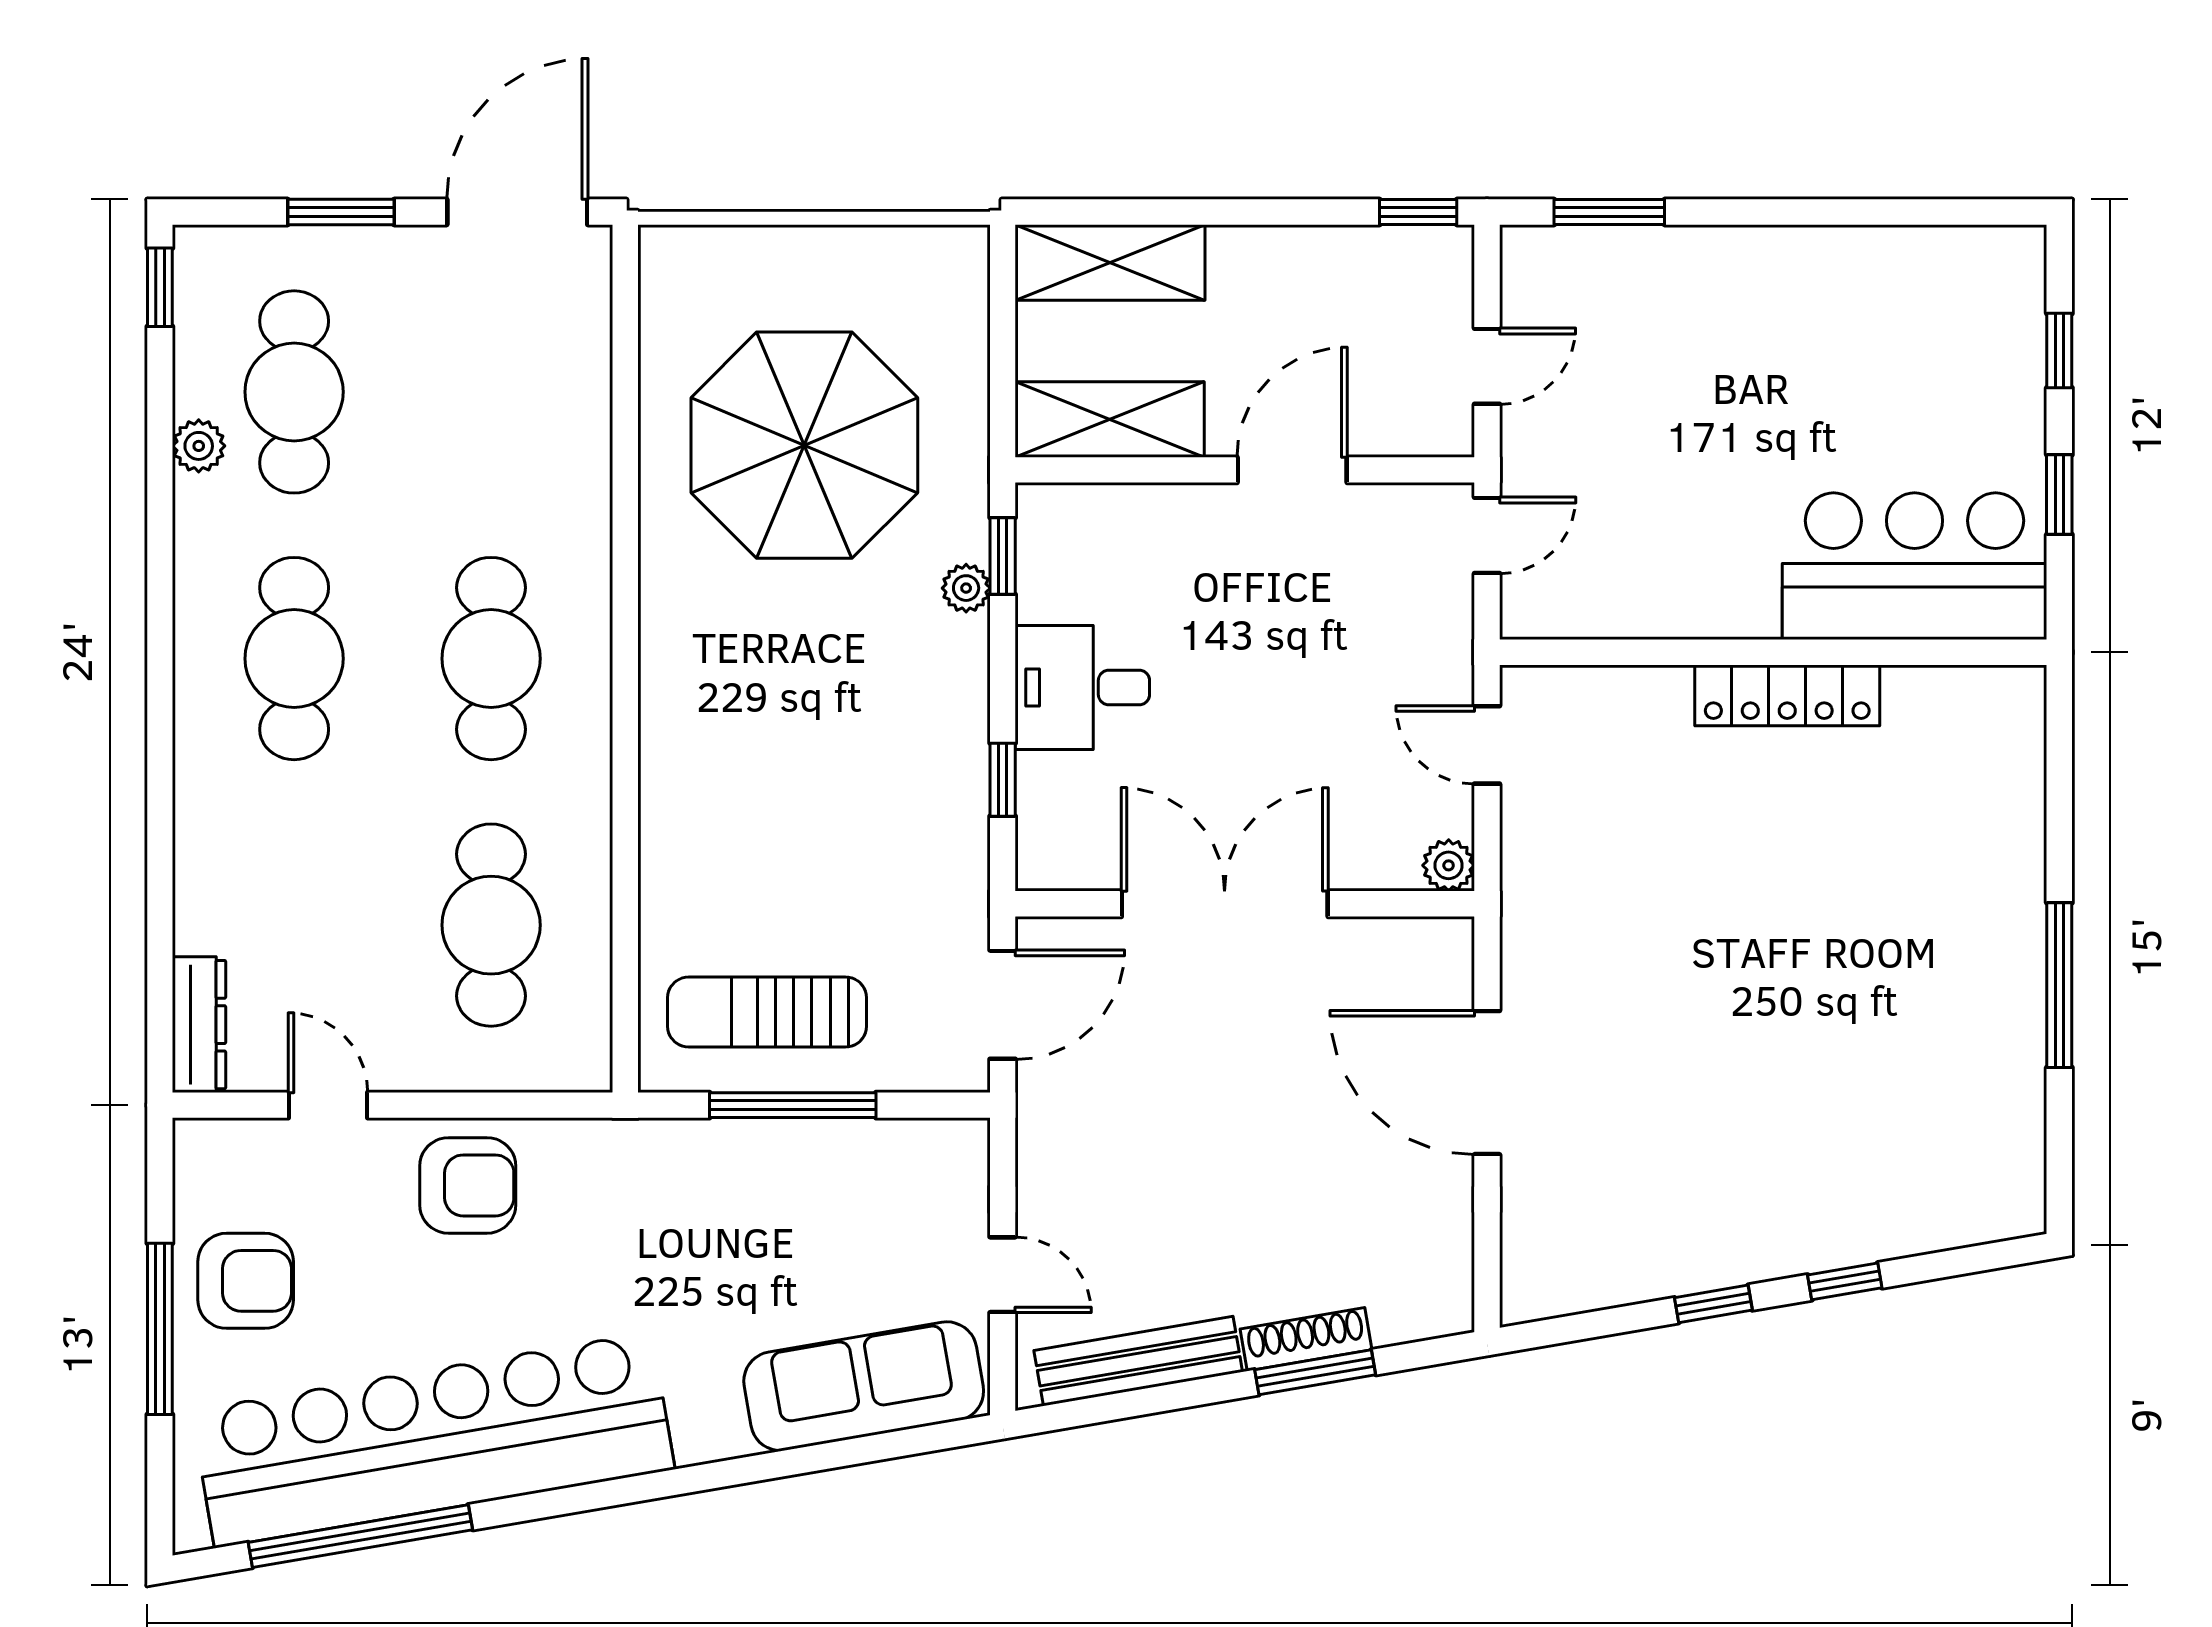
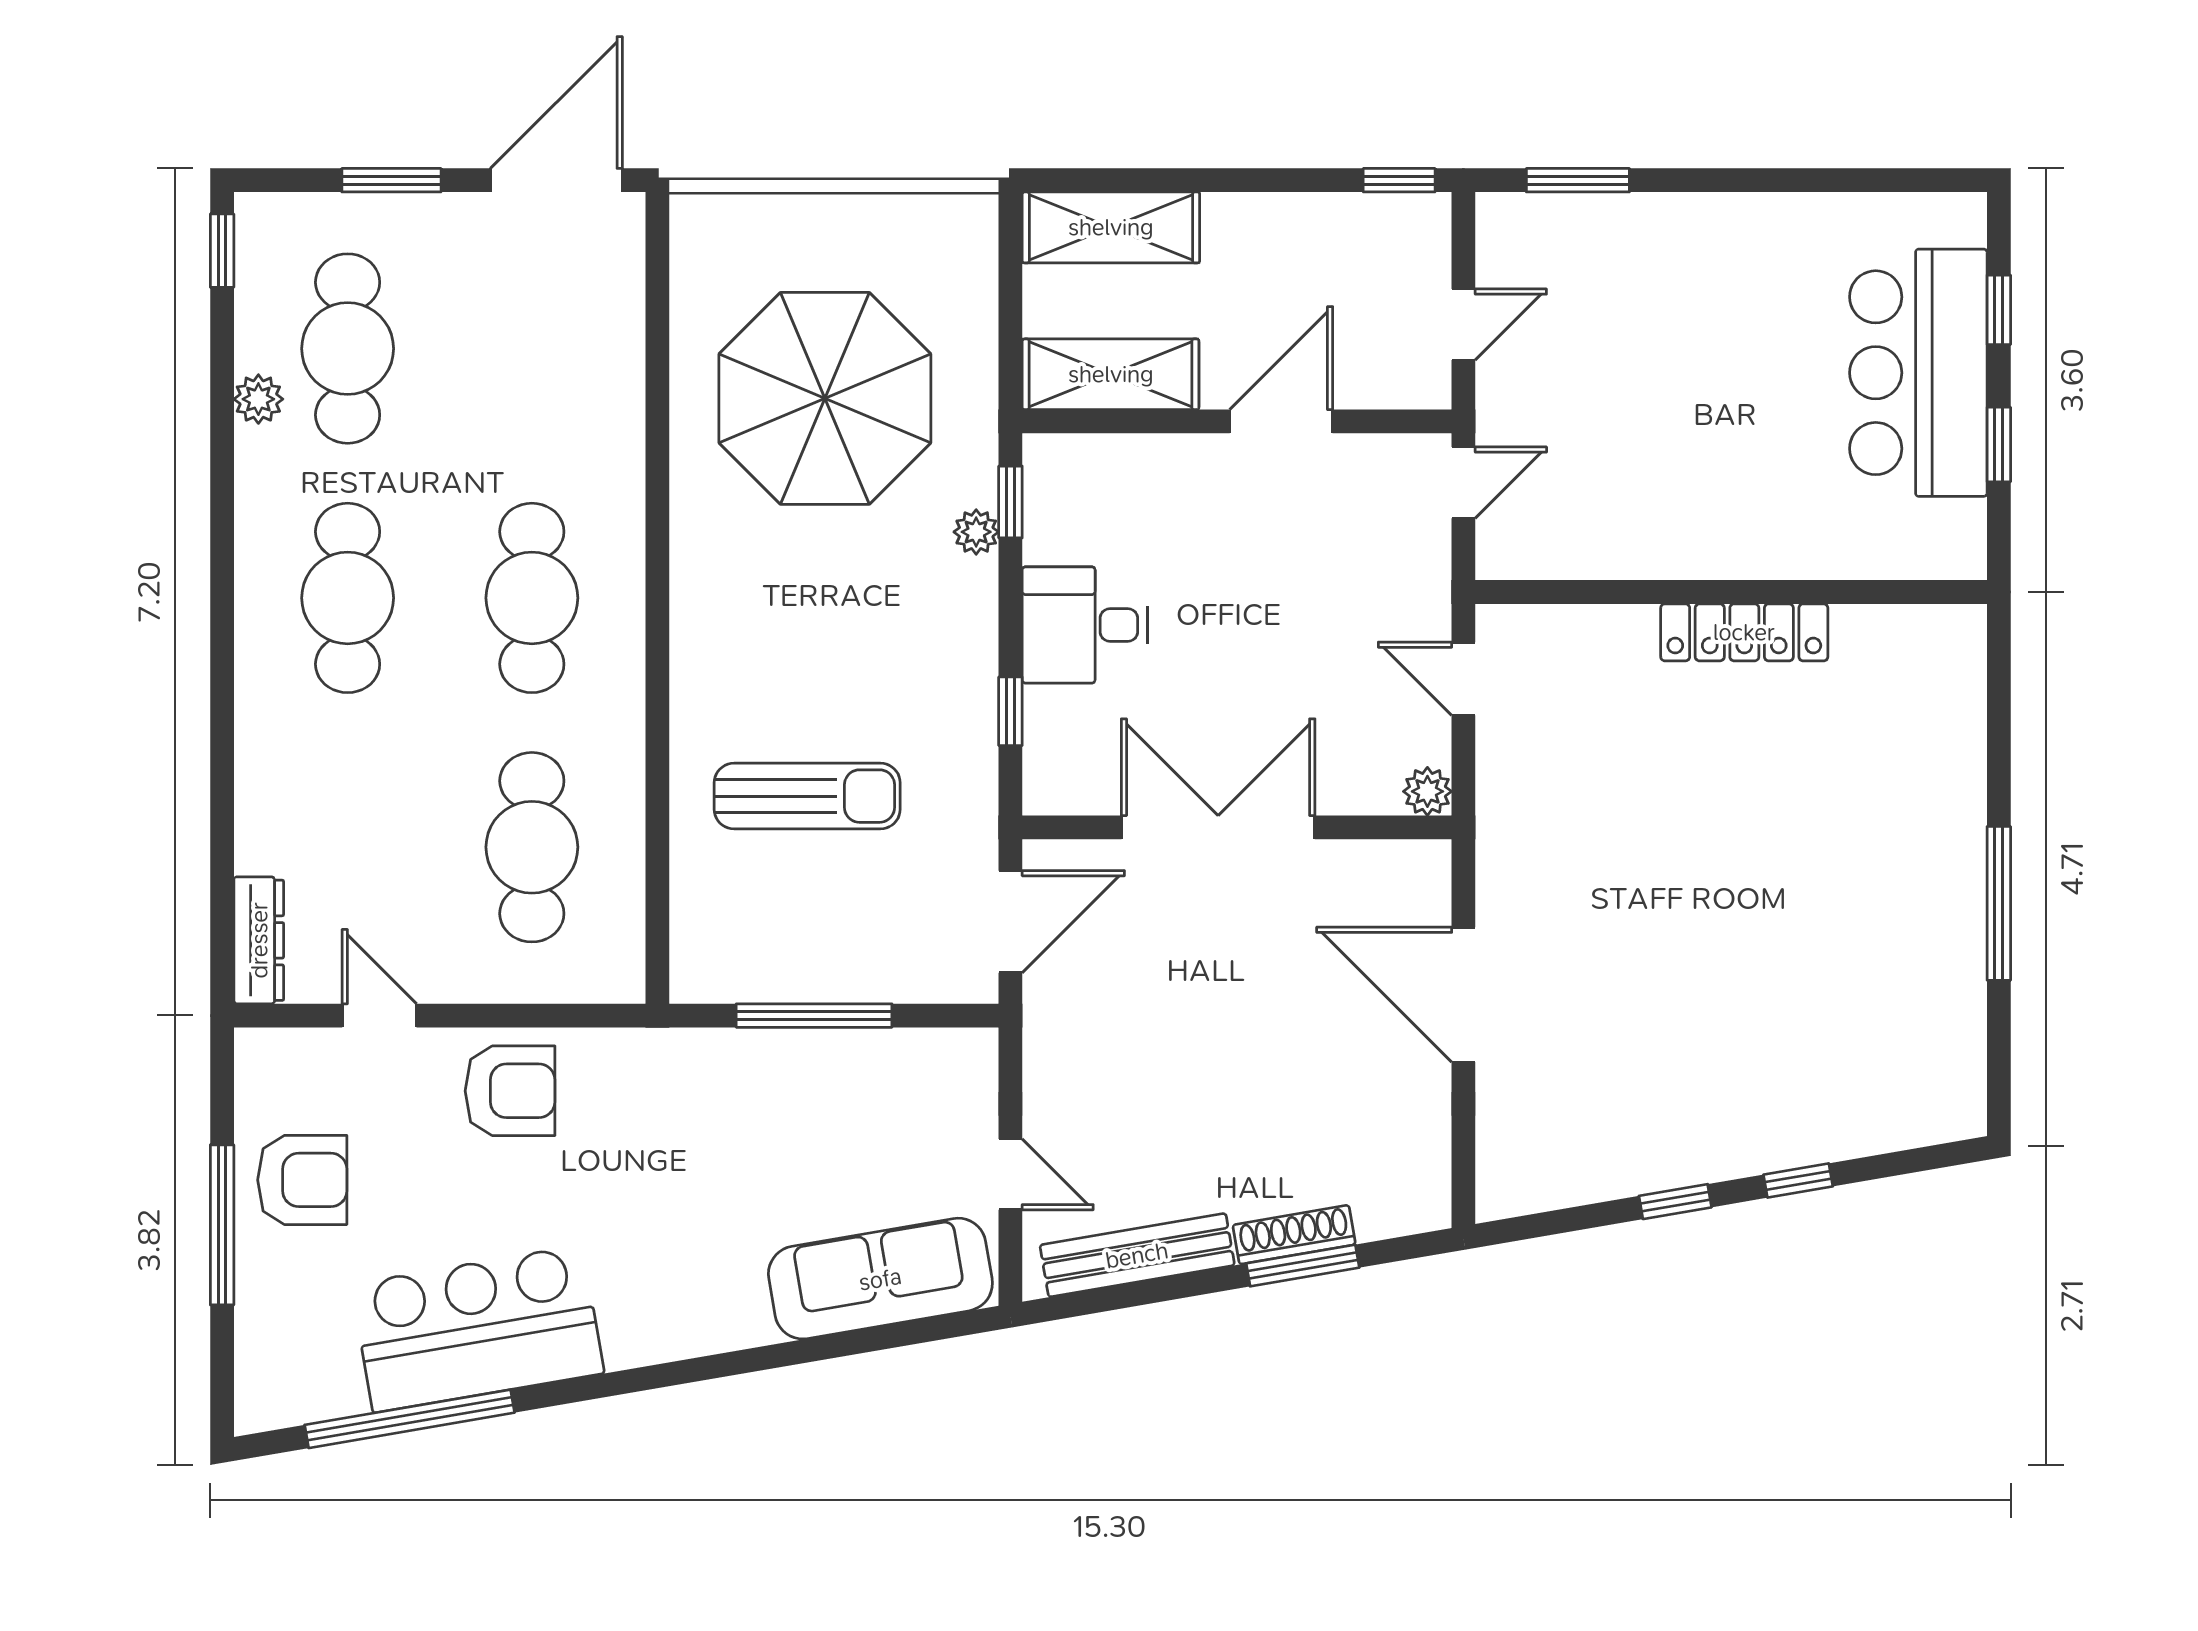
bar counter: (1915, 566) -> (1918, 373), moved, turned -90
sun lounger: (767, 1012) -> (807, 796), moved, turned 180
bar counter: (433, 1440) -> (478, 1329), width x0.54

